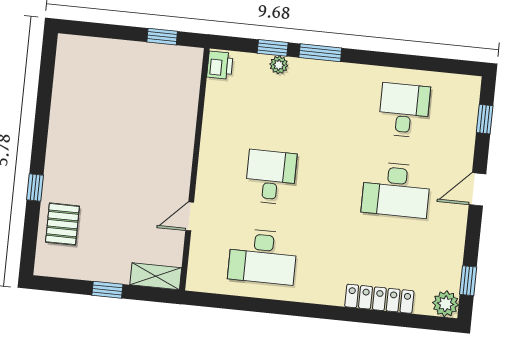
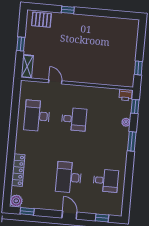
window: (273, 48) -> (135, 106), moved
pallet: (62, 224) -> (41, 20), moved

